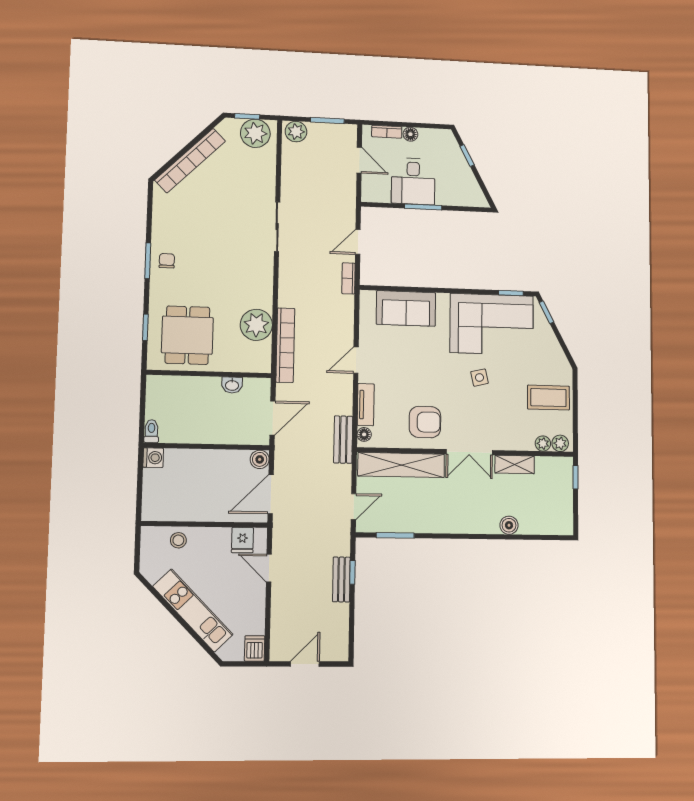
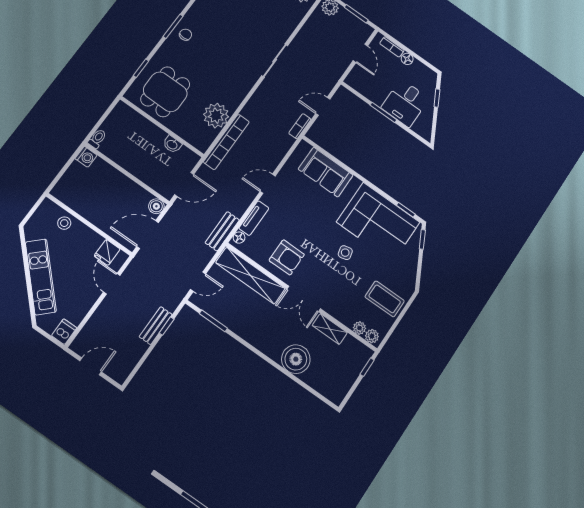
desk: (413, 181) -> (405, 103), moved
boiler: (509, 525) -> (296, 359), width x1.86, depth x1.86

